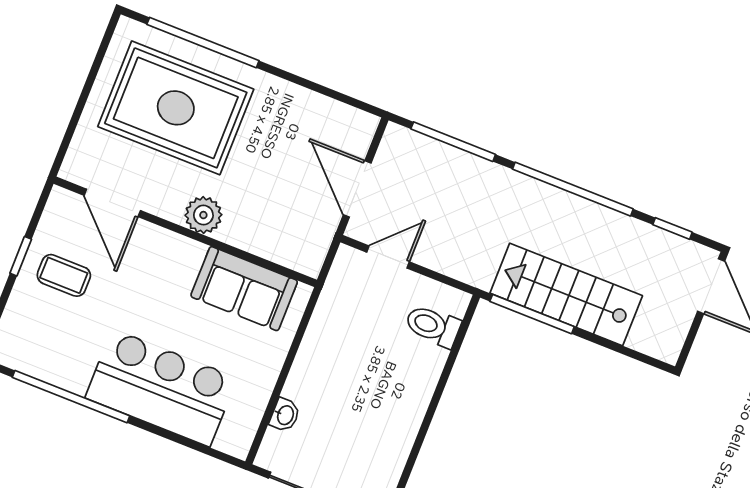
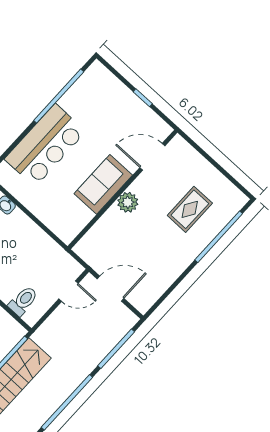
rug: (176, 108) -> (190, 209), width x0.54, depth x0.49
door: (388, 257) -> (68, 291), hinge flipped
coffee table: (64, 275) -> (124, 117), removed
sofa: (244, 289) -> (103, 184), moved

